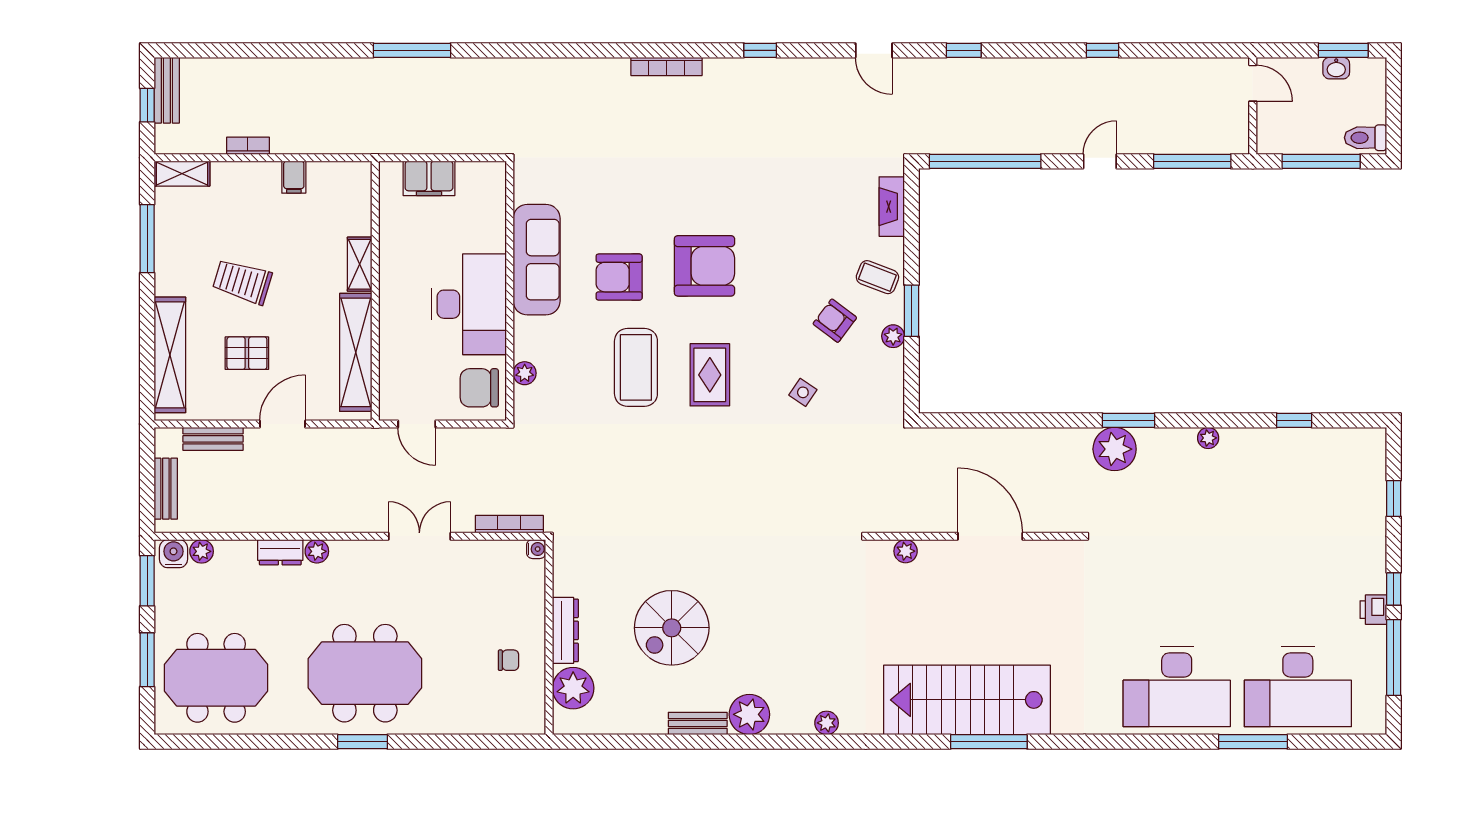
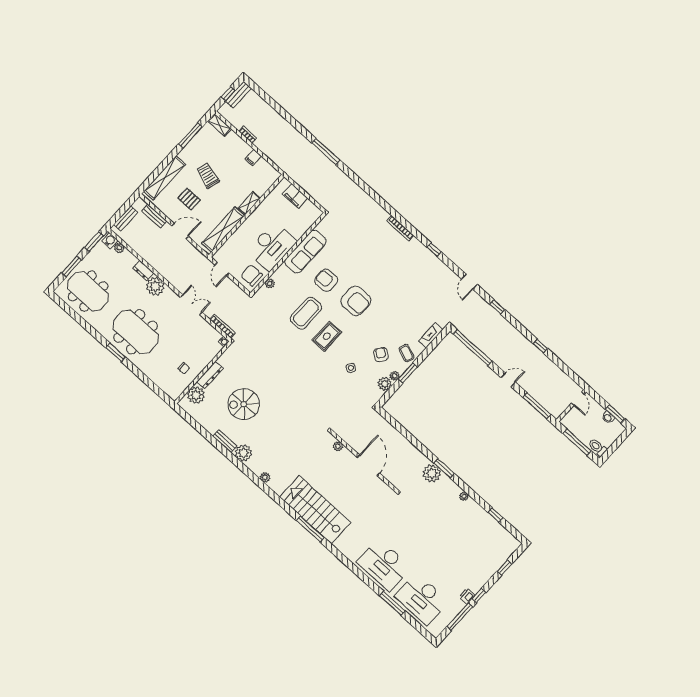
plant: (888, 366) -> (385, 384), added
plant: (317, 551) -> (155, 286), width x1.87, depth x1.87

